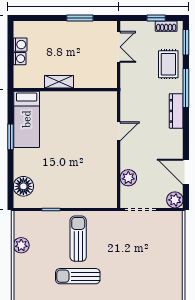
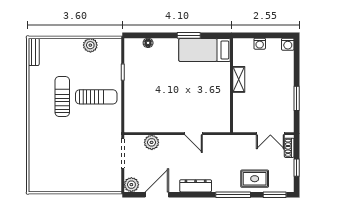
shoe rack: (166, 26) -> (289, 148), moved
washing machine: (20, 45) -> (288, 44), moved
dresser: (176, 111) -> (196, 186), moved
floor lamp: (23, 186) -> (148, 43), width x0.53, depth x0.53

